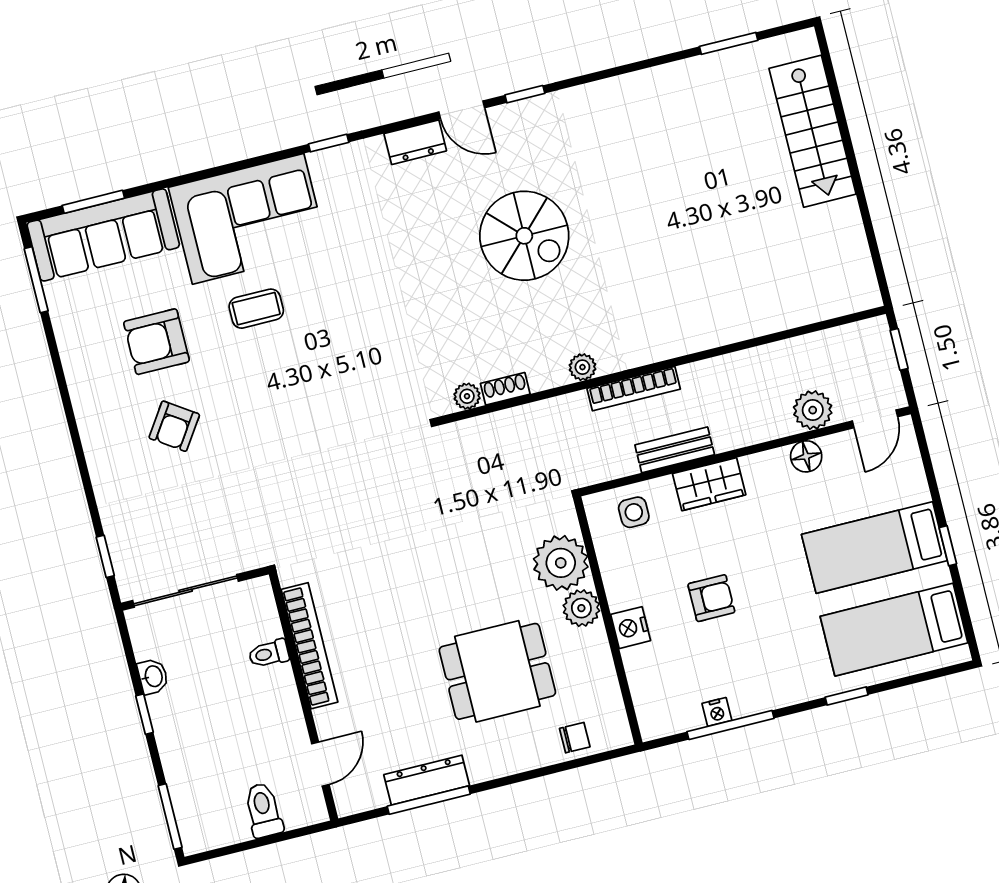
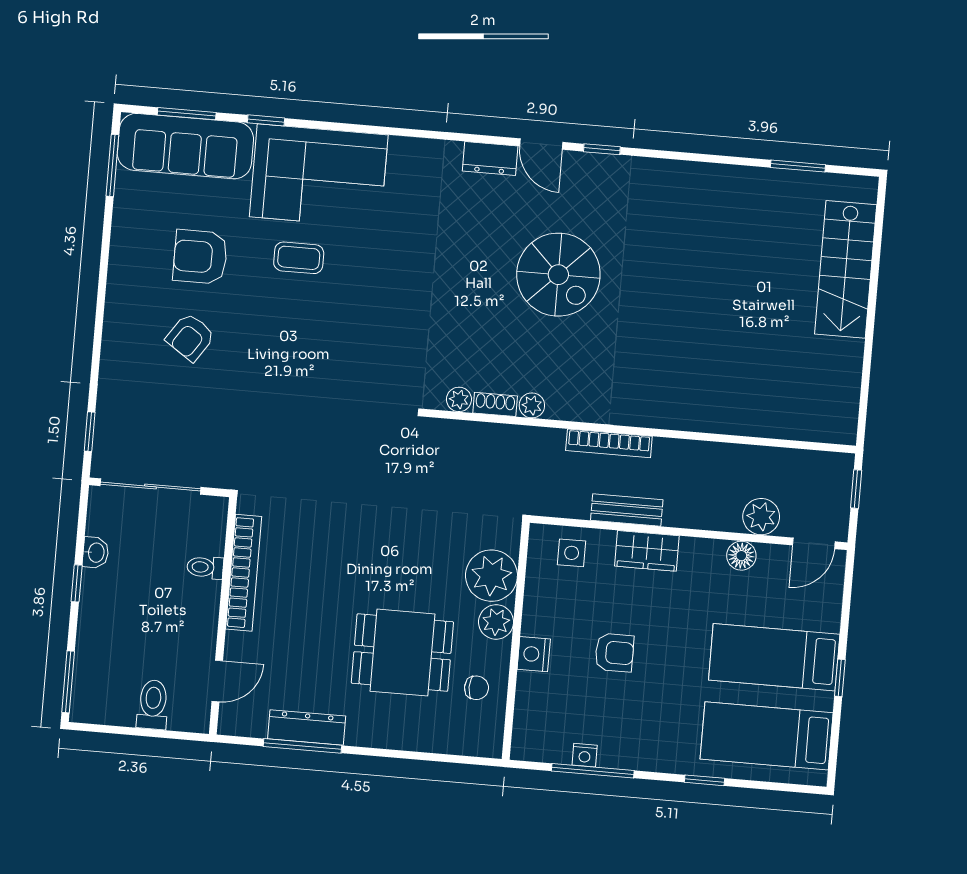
window: (329, 143) -> (266, 120), moved
plant: (582, 367) -> (532, 405), moved
chair: (575, 738) -> (476, 688), moved

